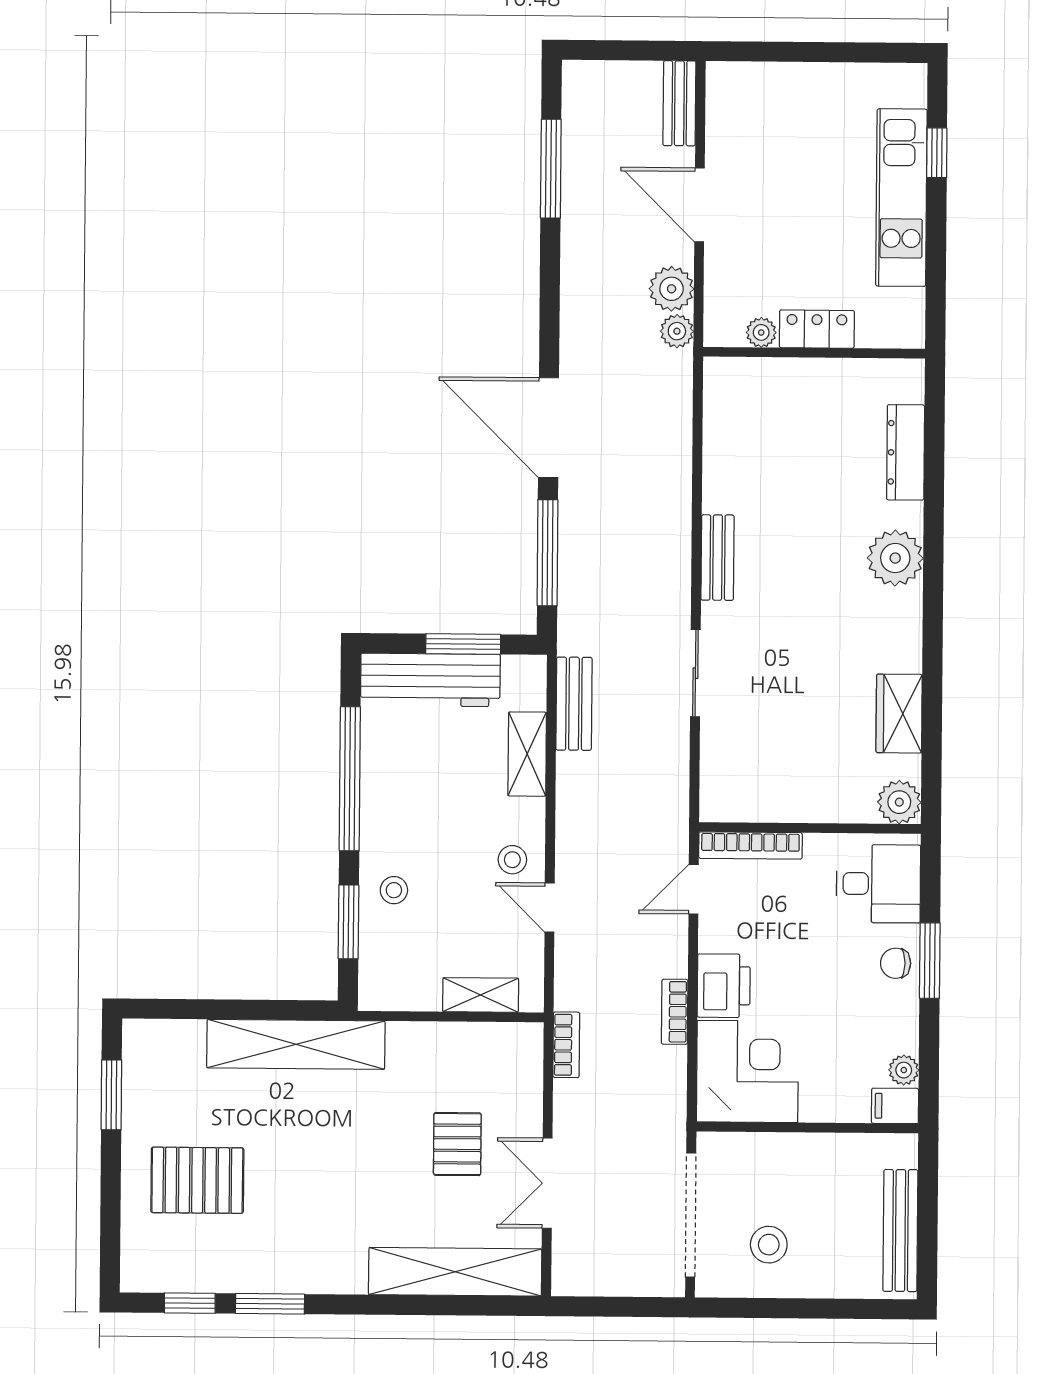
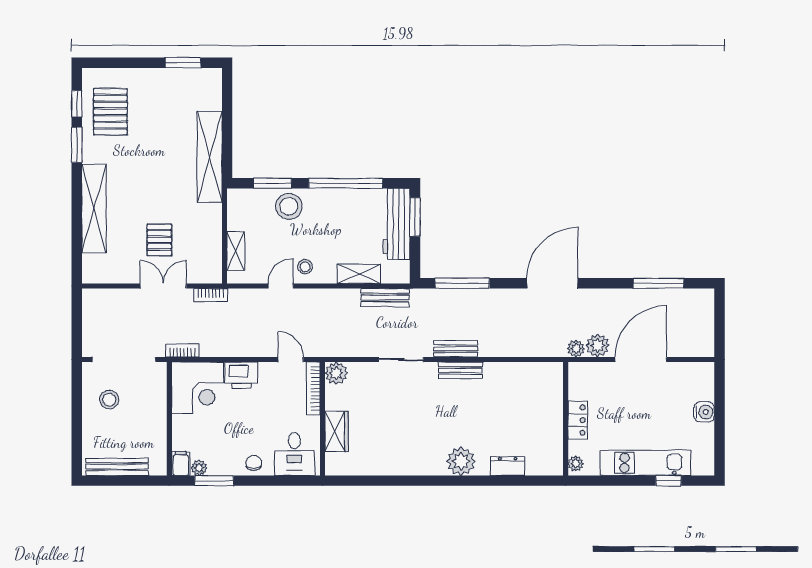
water cooler: (803, 82) -> (704, 412), added
bench: (679, 103) -> (456, 349), moved
door: (699, 205) -> (641, 360), width x1.36
plant: (761, 332) -> (576, 464), moved
door: (549, 428) -> (552, 283), moved
dresser: (906, 452) -> (508, 466), width x0.70
window: (463, 644) -> (415, 217), moved
wardrobe: (899, 714) -> (337, 431), moved, turned 90
plant: (899, 802) -> (336, 373), moved
stool: (394, 890) -> (289, 206), width x1.89, depth x1.89
window: (930, 961) -> (214, 481), moved
bookcase: (675, 1012) -> (182, 350), moved
pallet: (457, 1144) -> (159, 240), turned 90
pallet: (197, 1180) -> (110, 112), moved
double door: (547, 1183) -> (163, 286), moved
shelving: (455, 1272) -> (94, 209), moved

